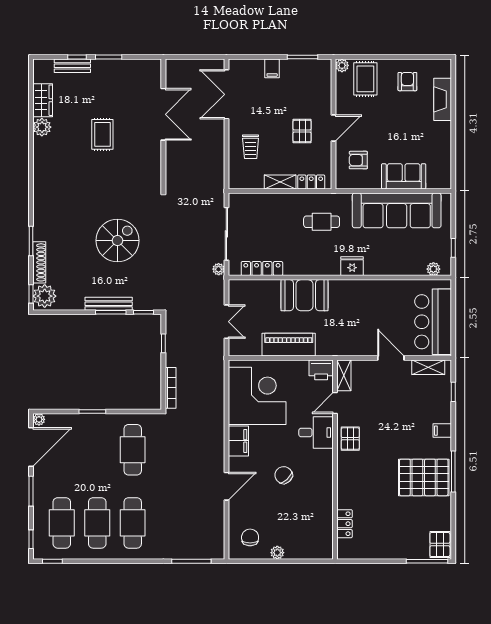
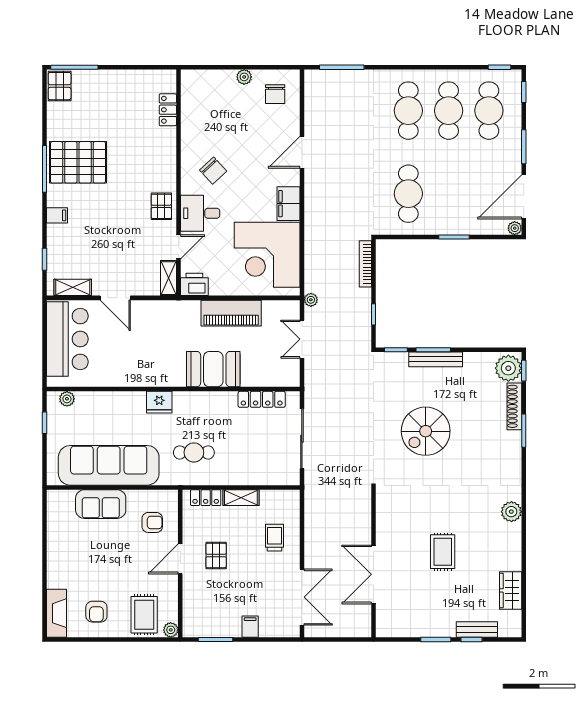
fireplace: (443, 99) -> (56, 613), moved
plant: (42, 127) -> (511, 512), moved
plant: (219, 269) -> (311, 300), moved
chair: (284, 475) -> (213, 171), moved

